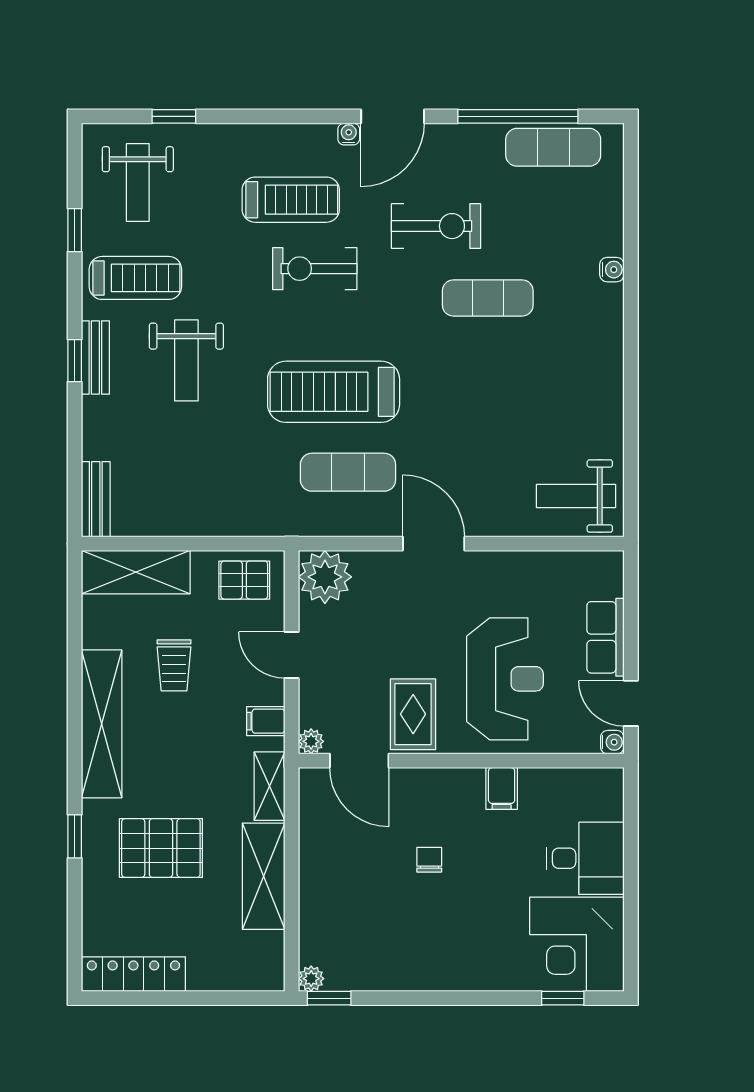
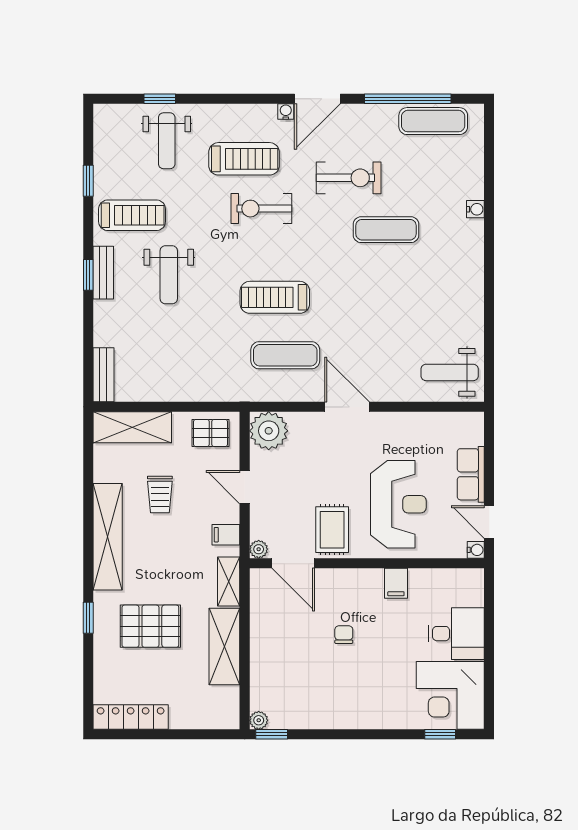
weight bench: (138, 182) -> (167, 141), moved
treadmill: (334, 392) -> (275, 297), width x0.73, depth x0.73

